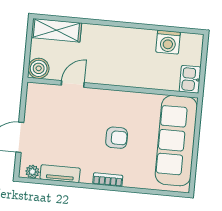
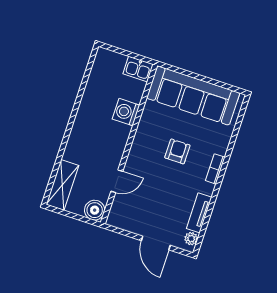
washing machine: (168, 42) -> (126, 112), moved, turned 180
door: (73, 84) -> (117, 181), swing flipped

